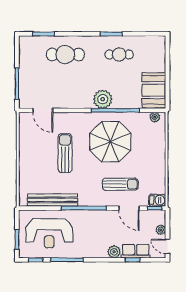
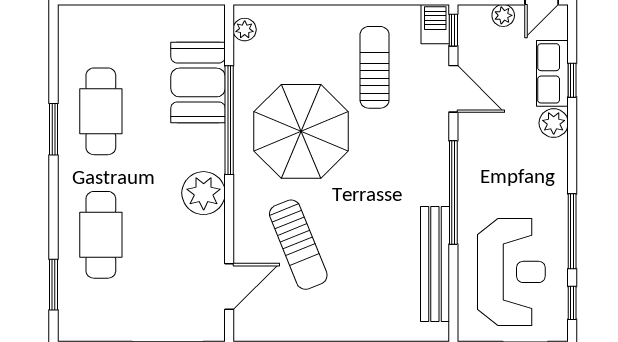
cafe table: (119, 55) -> (101, 111), width x1.37, depth x1.35
booth: (154, 90) -> (198, 82), moved, turned 90
plant: (103, 99) -> (204, 193), moved
sun lounger: (65, 153) -> (298, 245), moved, turned -112
sun lounger: (120, 184) -> (375, 67), moved
door: (129, 208) -> (453, 89), hinge flipped

